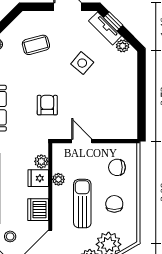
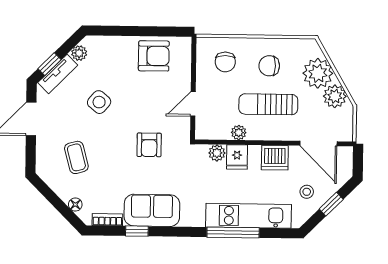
armchair: (47, 105) -> (149, 145), turned -90
armchair: (121, 108) -> (154, 56), added

